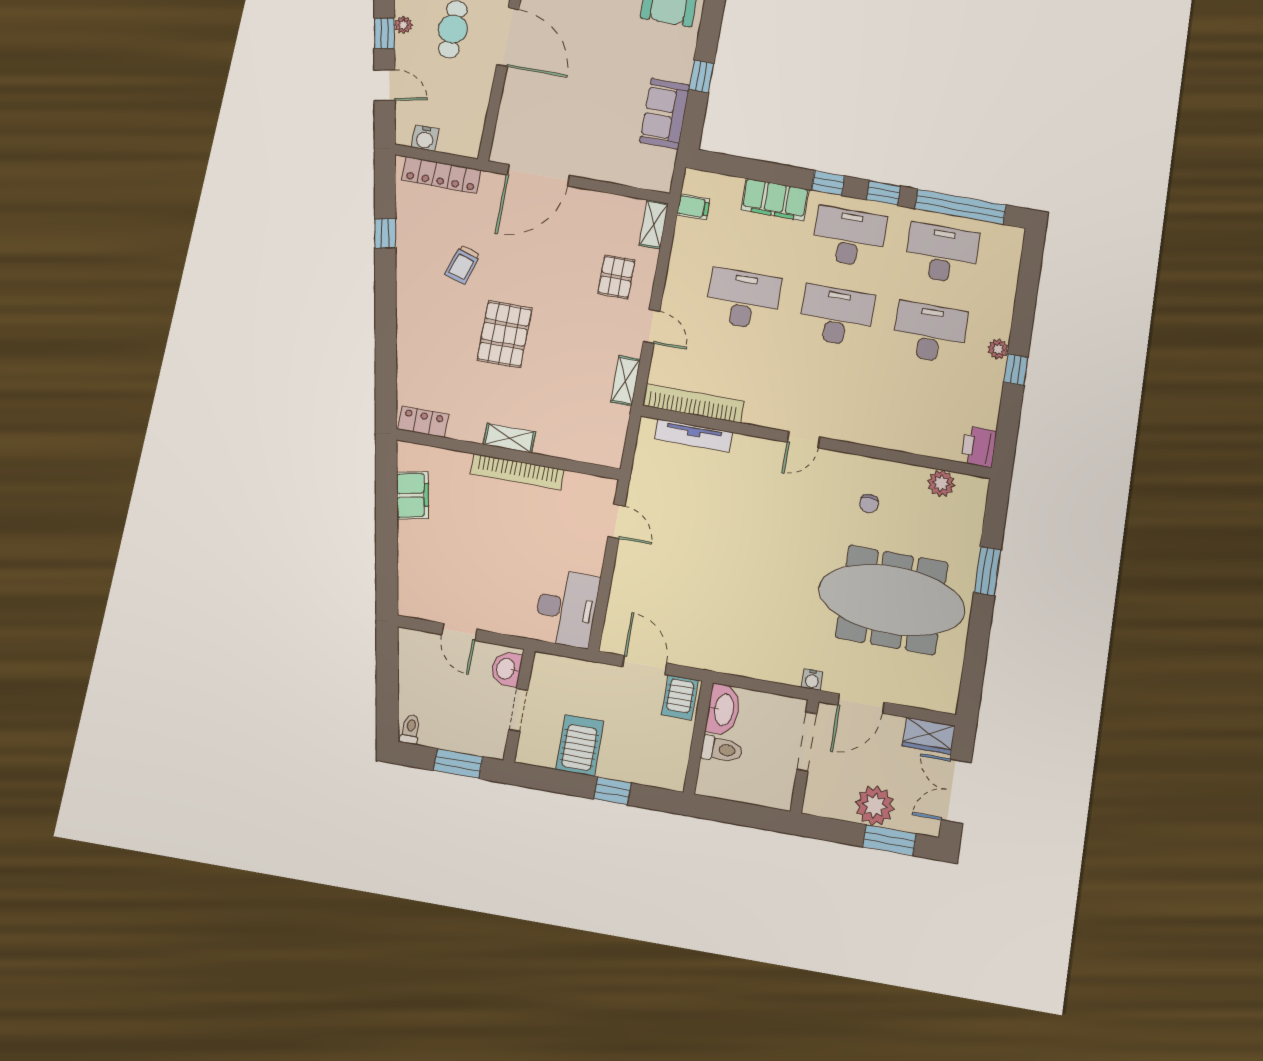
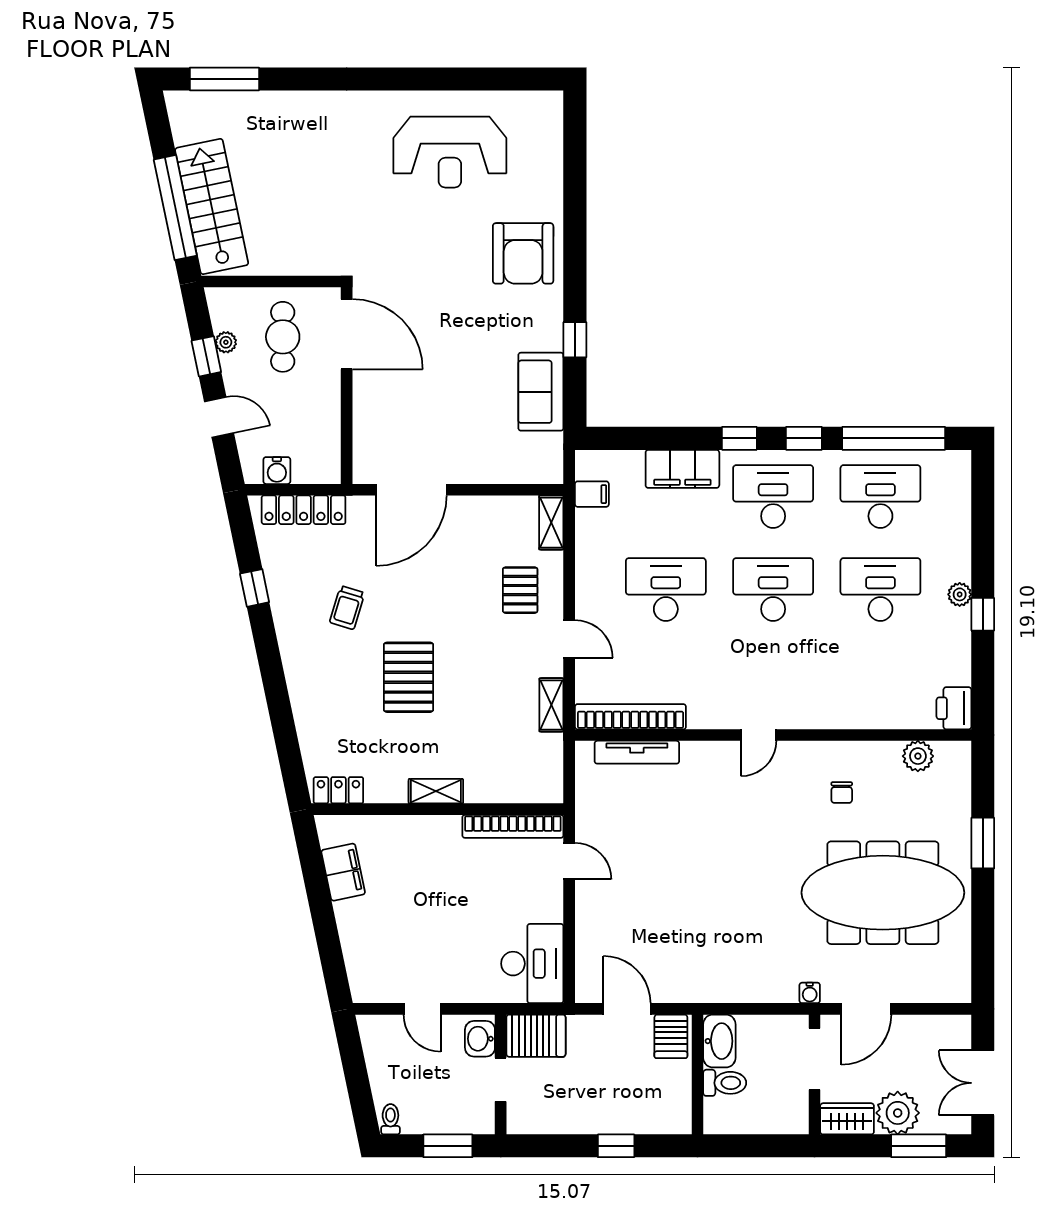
bookcase: (517, 472) -> (513, 826), moved
wardrobe: (929, 736) -> (847, 1119), moved, turned 180
server rack: (580, 745) -> (536, 1036), moved, turned 90

